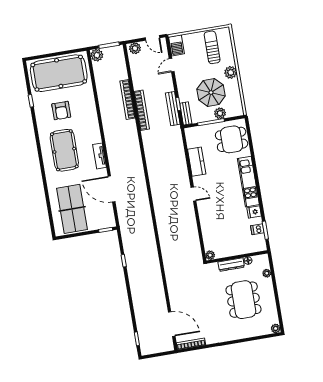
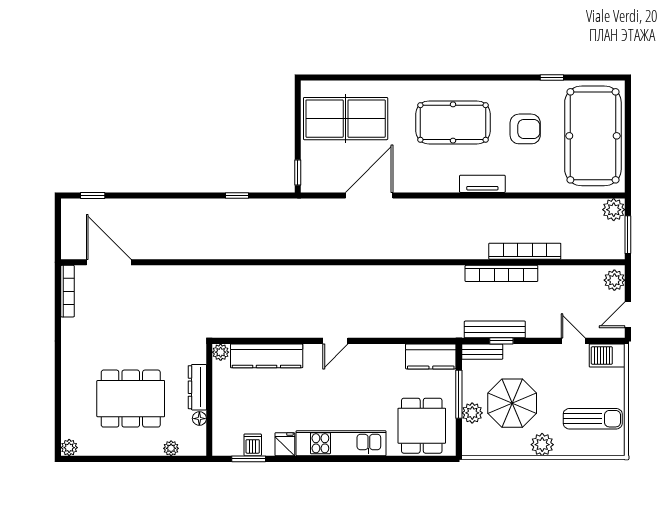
armchair: (61, 111) -> (525, 129), turned 180
tv unit: (99, 156) -> (482, 184), moved
kitchen counter: (197, 162) -> (431, 356), moved
kitchen counter: (208, 230) -> (267, 356), added
door: (172, 324) -> (109, 262), swing flipped

